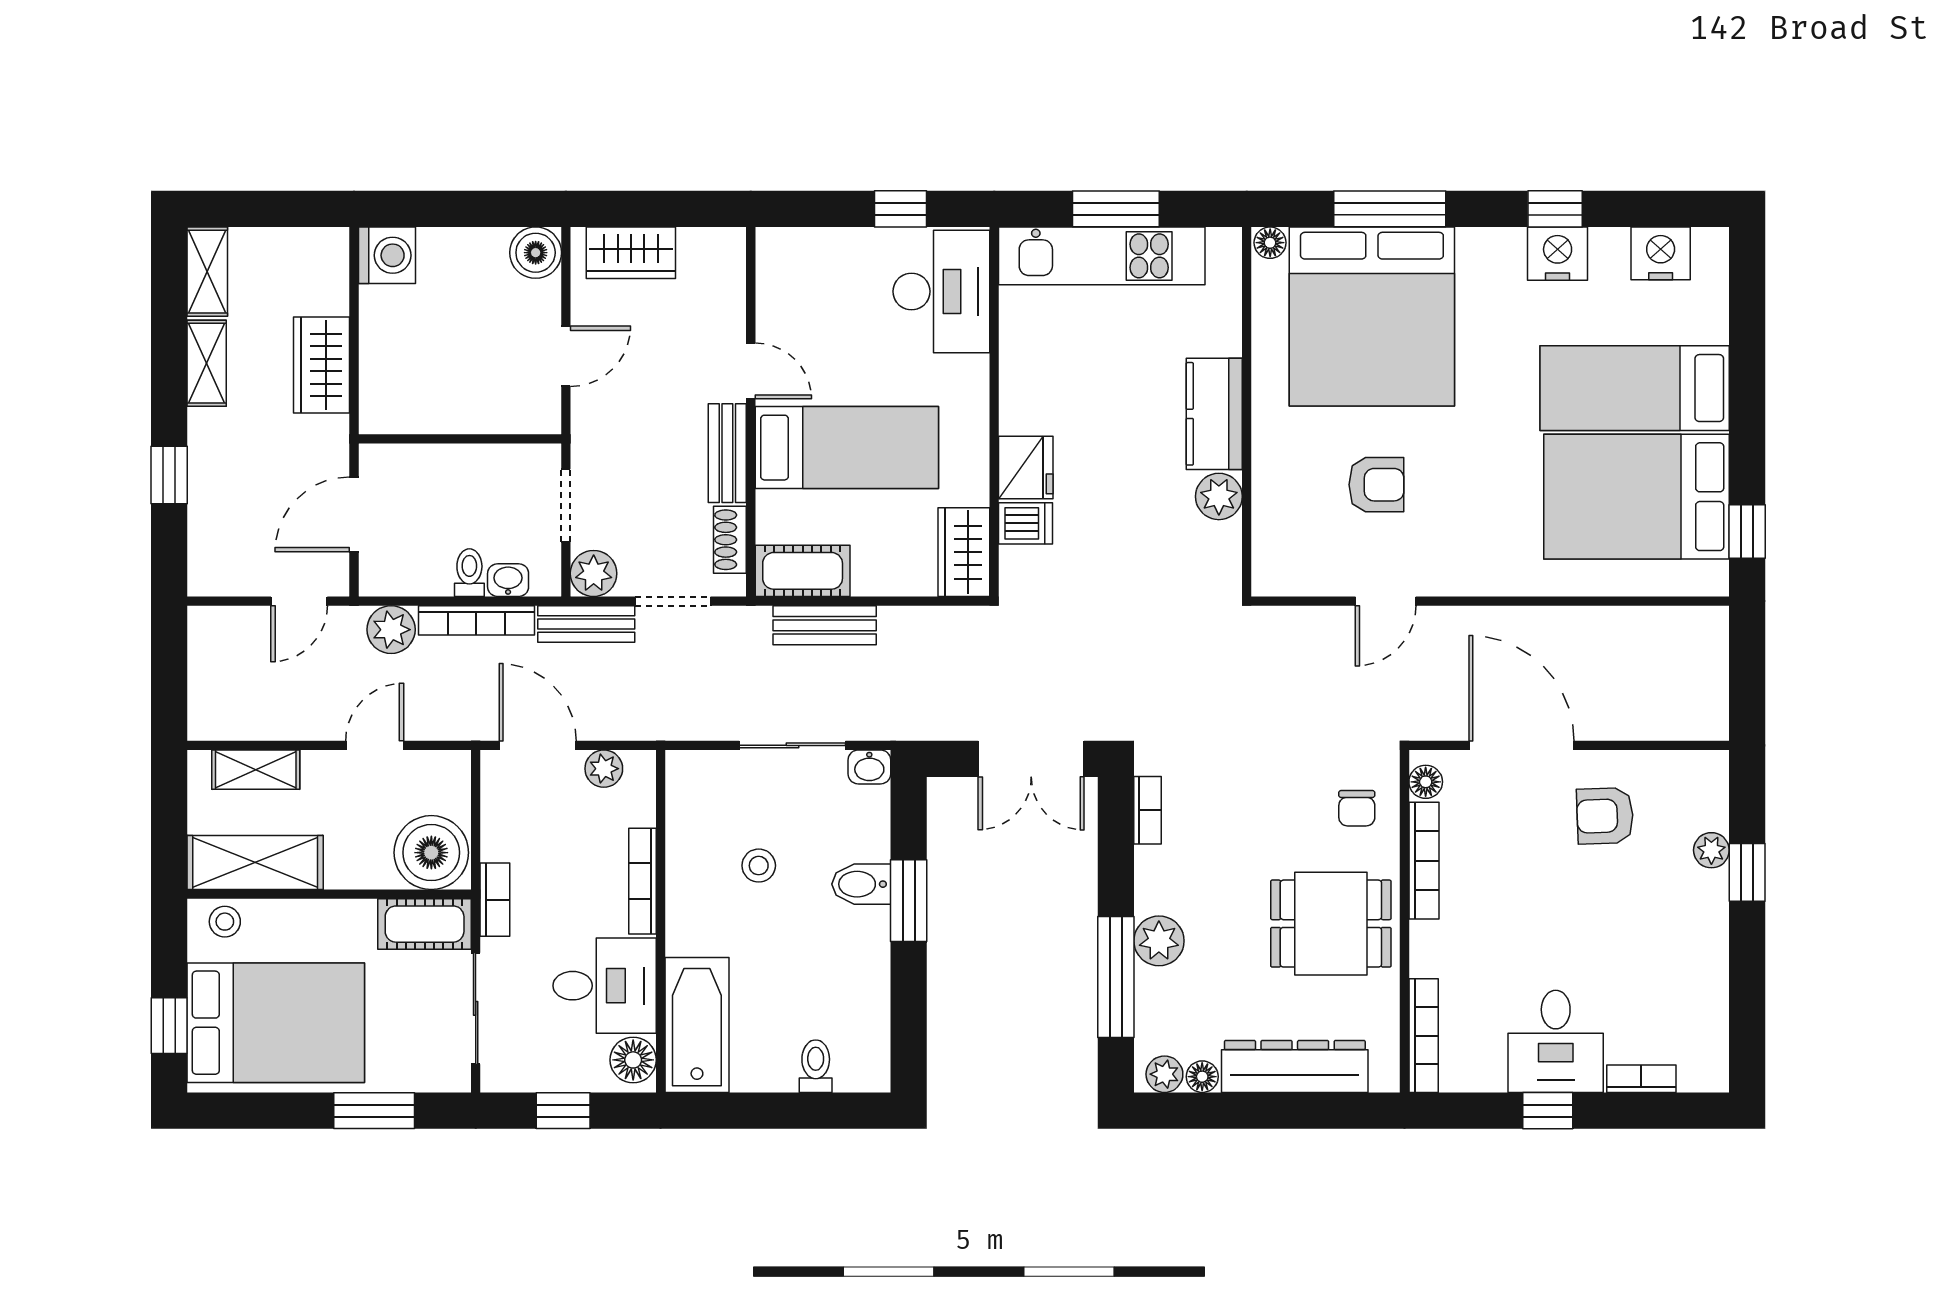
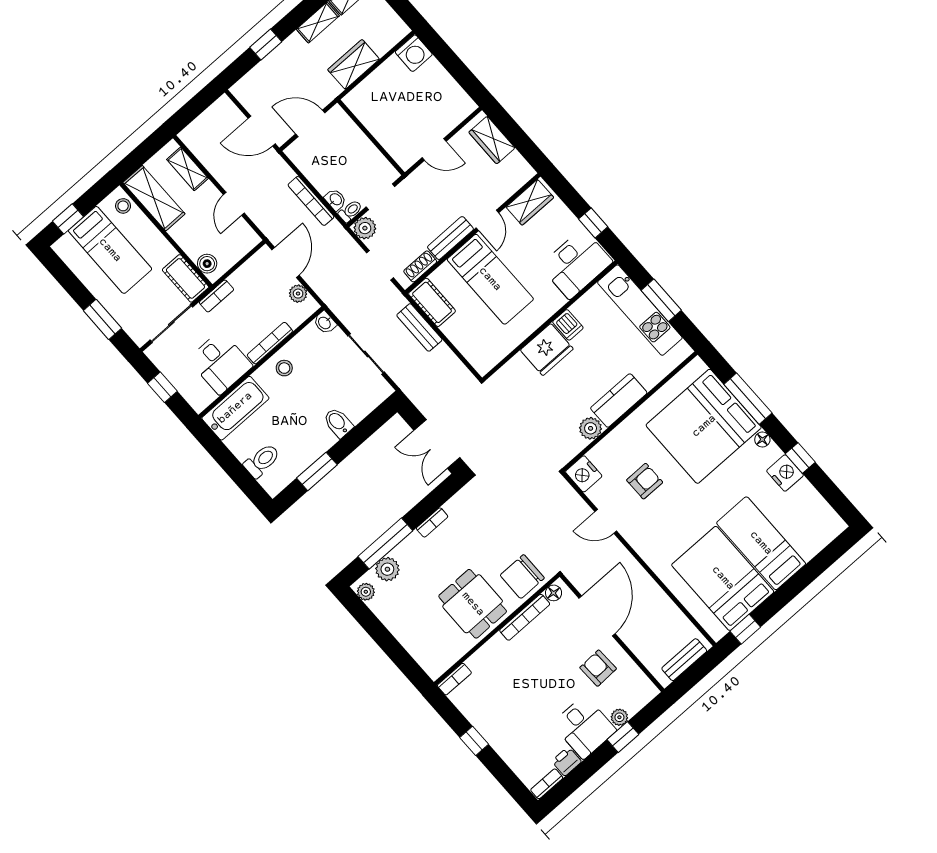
floor lamp: (1270, 243) -> (762, 440), moved
boiler: (536, 253) -> (462, 106), removed
nightstand: (1661, 253) -> (584, 474), moved, turned 180
fridge: (1026, 468) -> (547, 349), width x1.36, depth x1.34
armchair: (1376, 485) -> (645, 481), turned -90
dishwasher: (1026, 523) -> (568, 325), moved
wardrobe: (964, 552) -> (530, 202), moved, turned 180
toilet: (469, 573) -> (350, 211), moved
door: (299, 601) -> (262, 131), width x1.38
bench: (586, 624) -> (684, 660), moved, turned 90
plant: (391, 630) -> (281, 173), removed
door: (375, 745) -> (234, 204), swing flipped
washbasin: (869, 767) -> (325, 323), moved
chair: (1357, 808) -> (522, 577), width x1.87, depth x1.87
bookcase: (1147, 810) -> (432, 522), moved
boiler: (431, 853) -> (207, 264), width x0.54, depth x0.54
stool: (759, 866) -> (284, 368), moved
window: (909, 901) -> (317, 471), moved
plant: (1159, 941) -> (387, 569), moved
printer: (1707, 994) -> (566, 761), added
bed: (276, 1023) -> (110, 250), width x0.67
bookcase: (1424, 1036) -> (454, 679), width x0.64
desk: (1556, 1041) -> (584, 727), moved, turned -90
floor lamp: (633, 1060) -> (203, 396), removed
toilet: (816, 1066) -> (262, 461), width x1.37, depth x1.39
dresser: (1295, 1066) -> (410, 636), removed
floor lamp: (1202, 1077) -> (377, 606), removed
bookcase: (1641, 1079) -> (547, 784), moved, turned -90

